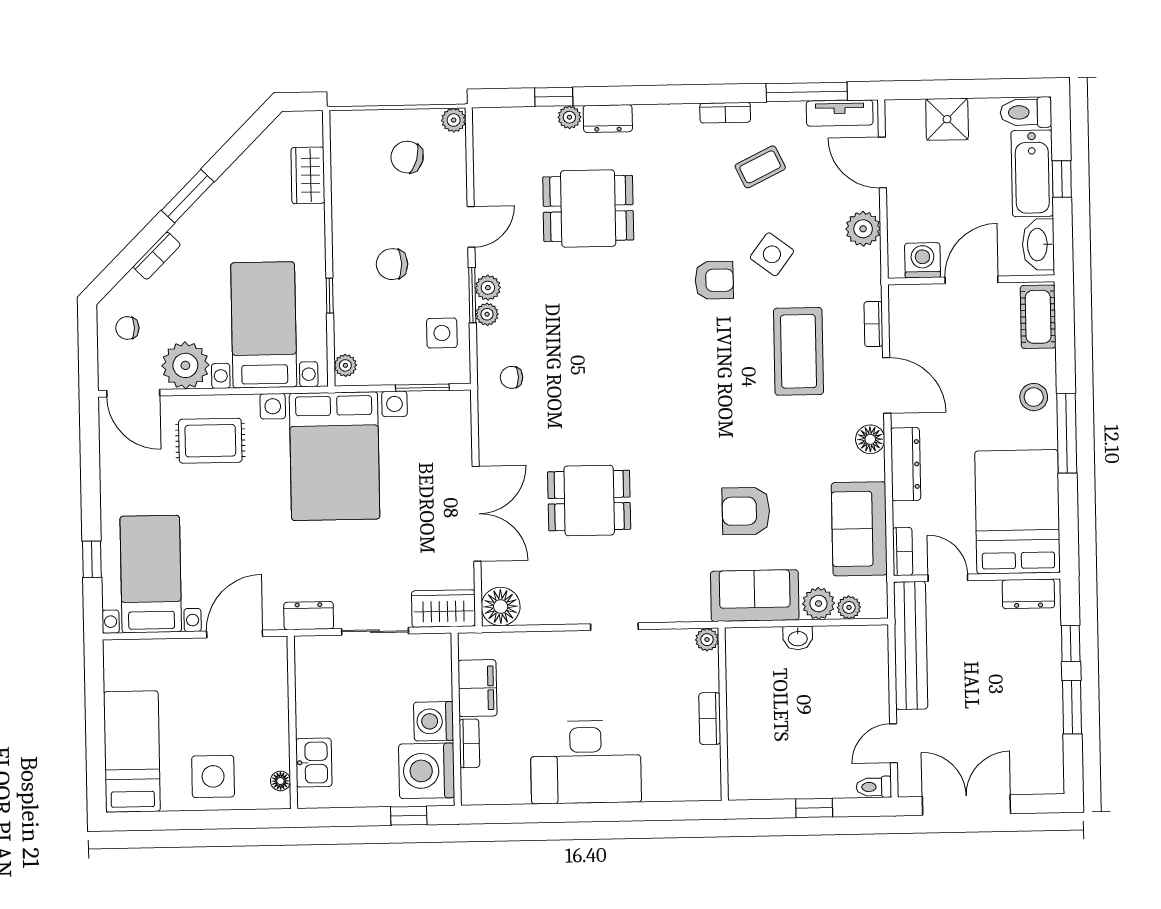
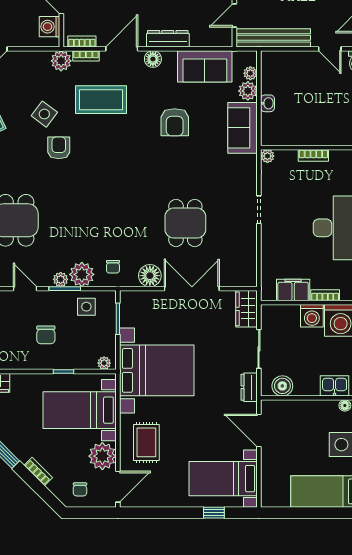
plant: (863, 229) -> (61, 61), moved
plant: (487, 314) -> (82, 274), width x1.87, depth x1.87
armchair: (746, 511) -> (175, 122), moved
bookcase: (903, 552) -> (82, 41), moved
floor lamp: (501, 606) -> (150, 276), moved
boiler: (312, 673) -> (282, 386), added

